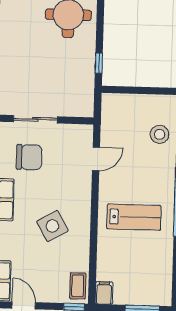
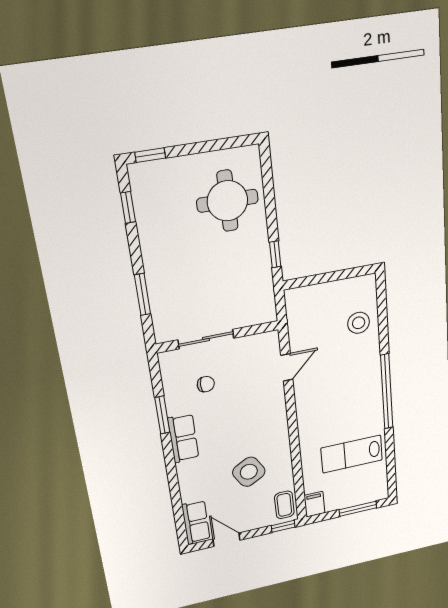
chair: (29, 157) -> (206, 384), width x0.54, depth x0.54
lab bench: (134, 217) -> (352, 454), moved, turned 180
side table: (52, 226) -> (249, 472), moved

